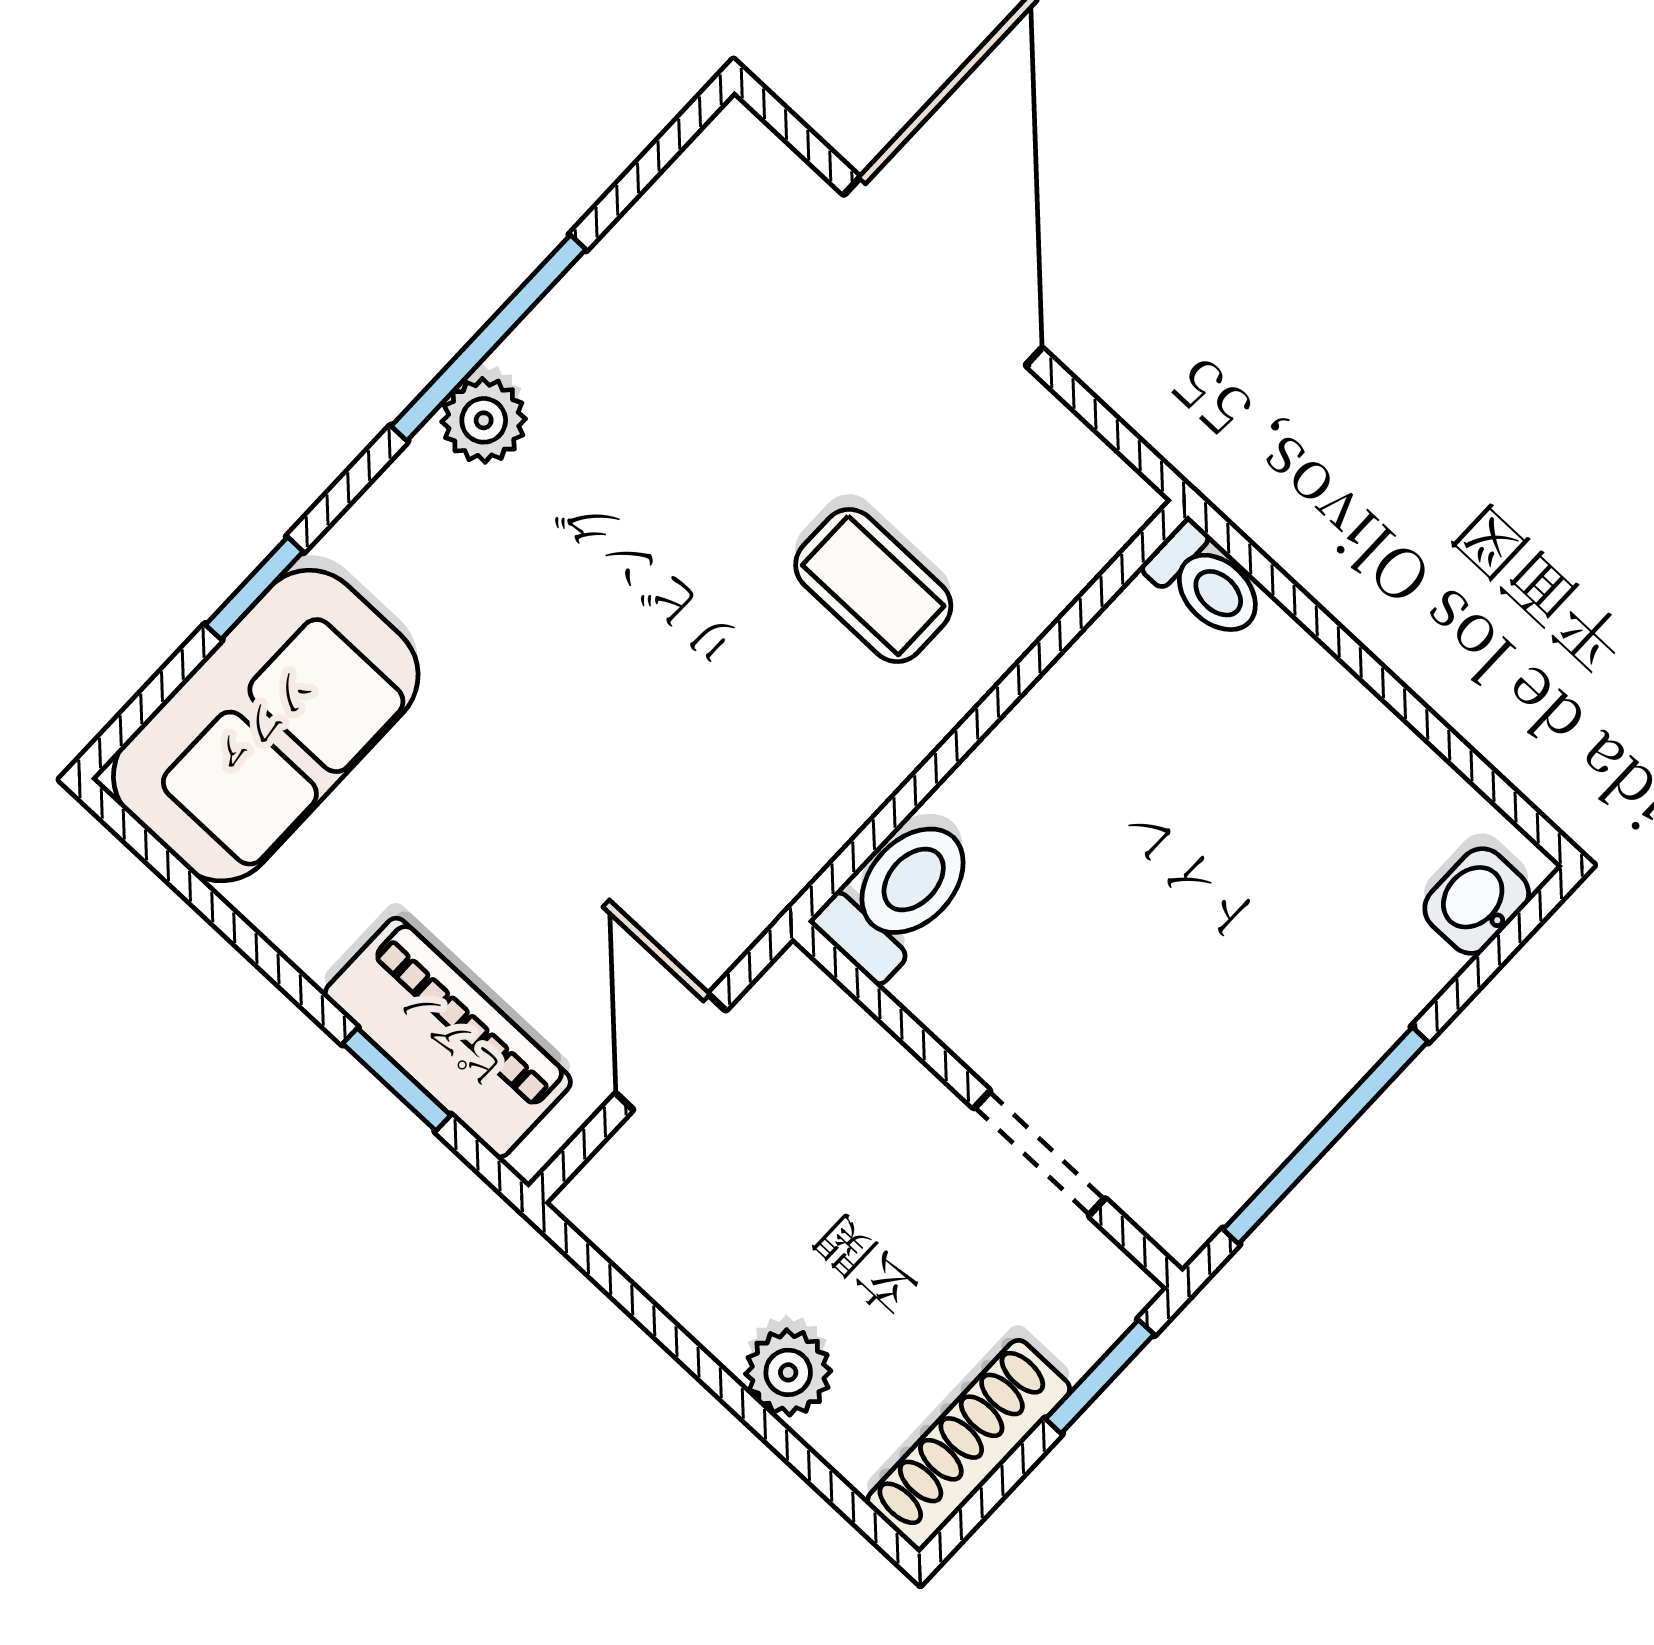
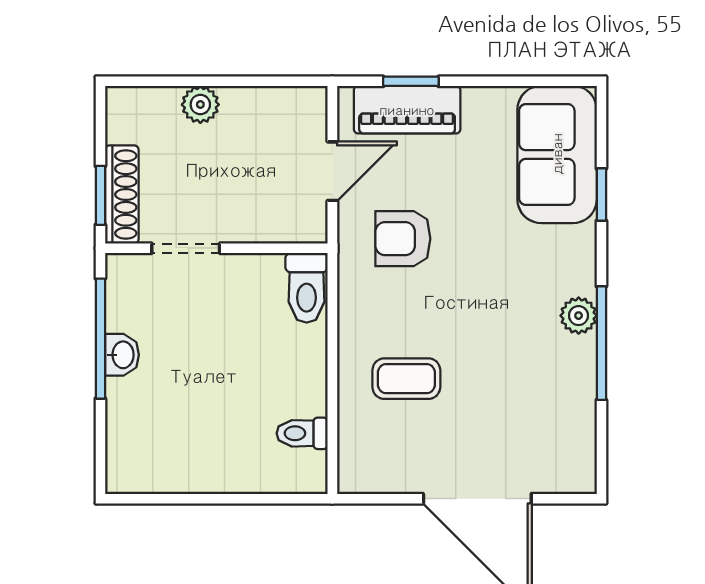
toilet: (1206, 582) -> (302, 433), moved
armchair: (658, 827) -> (403, 239), added
washbasin: (1477, 901) -> (122, 355), moved
door: (671, 1052) -> (332, 171), hinge flipped
shoe rack: (969, 1445) -> (122, 194), moved

